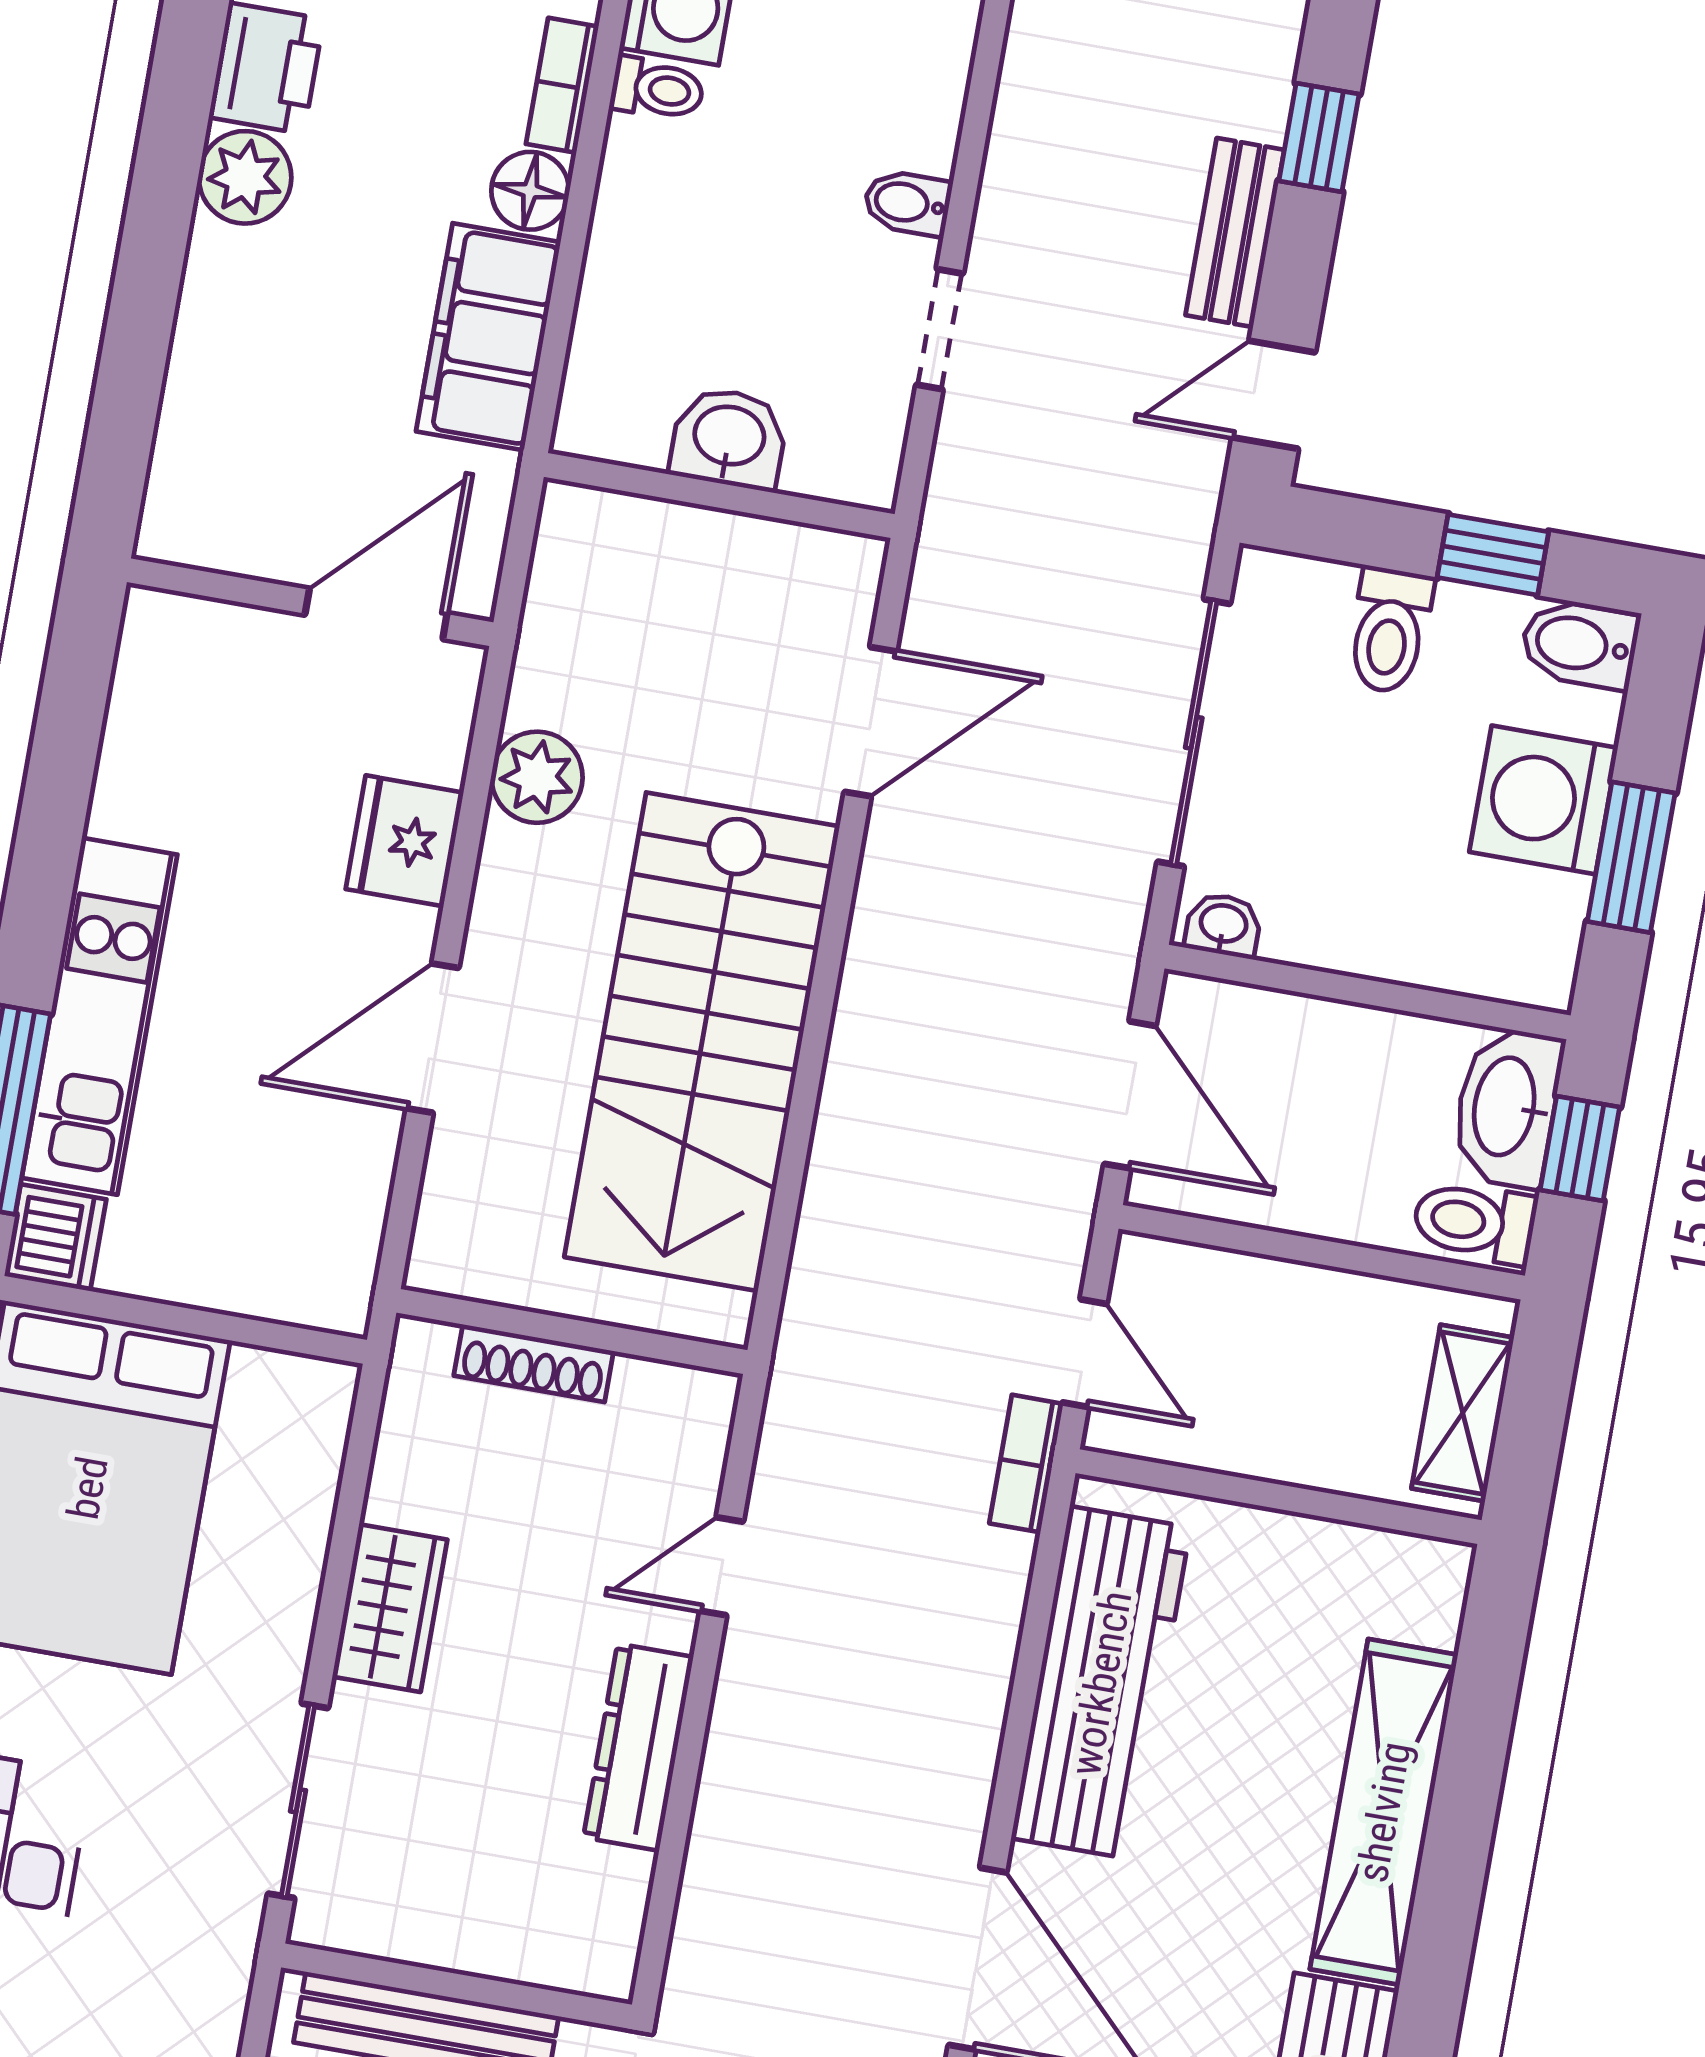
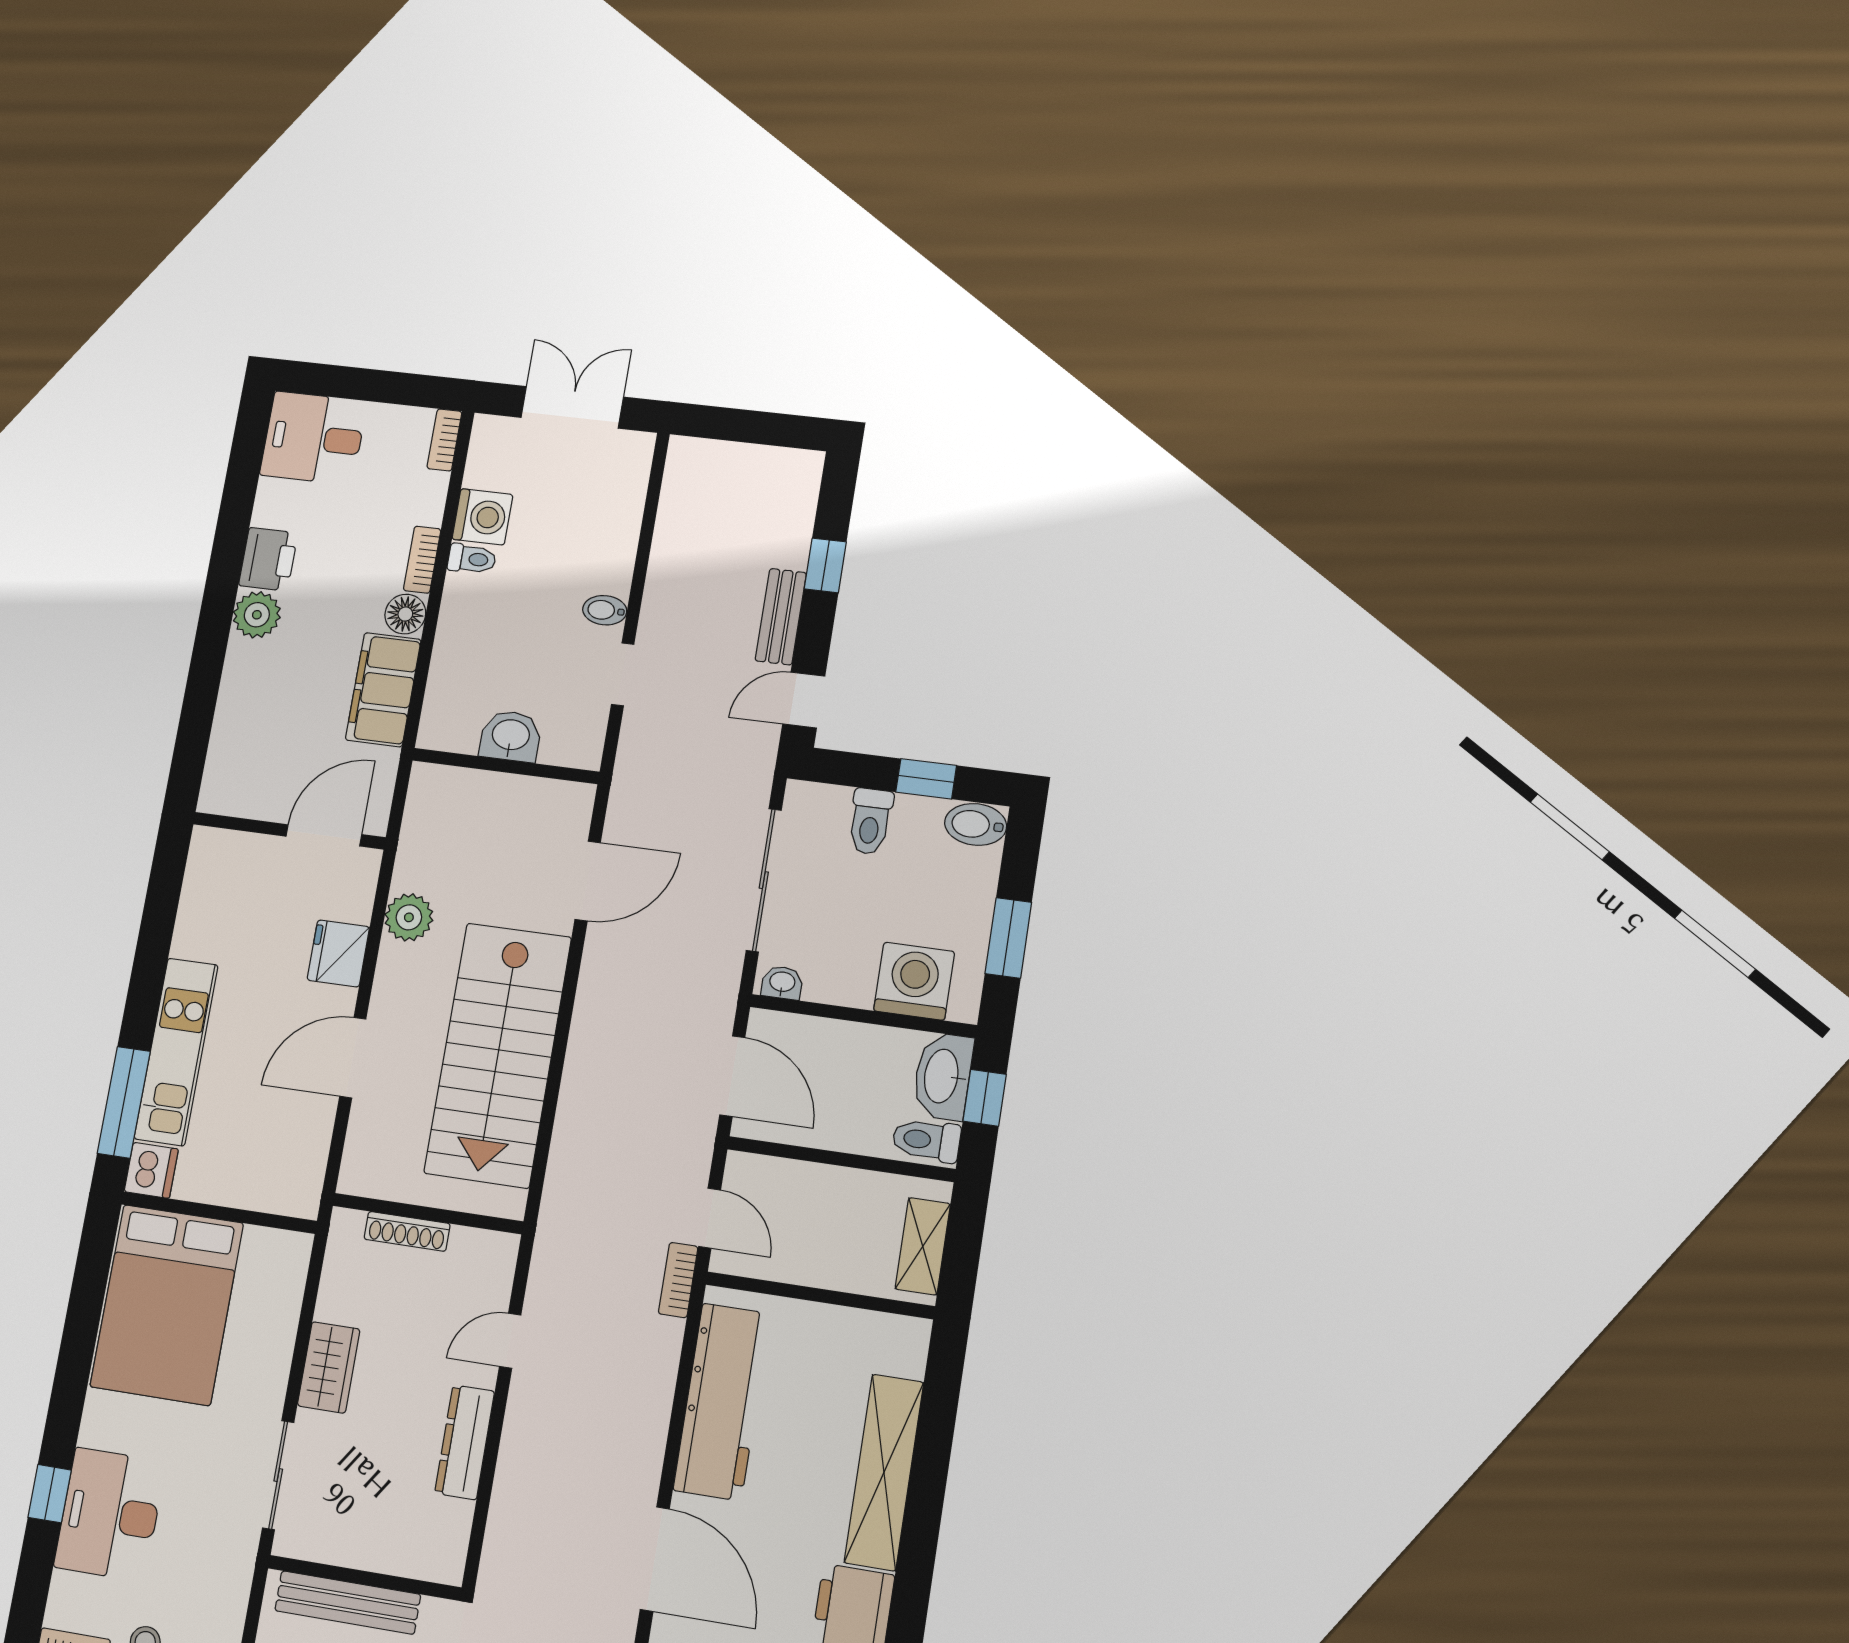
washing machine: (1544, 800) -> (914, 981), moved, turned 90

